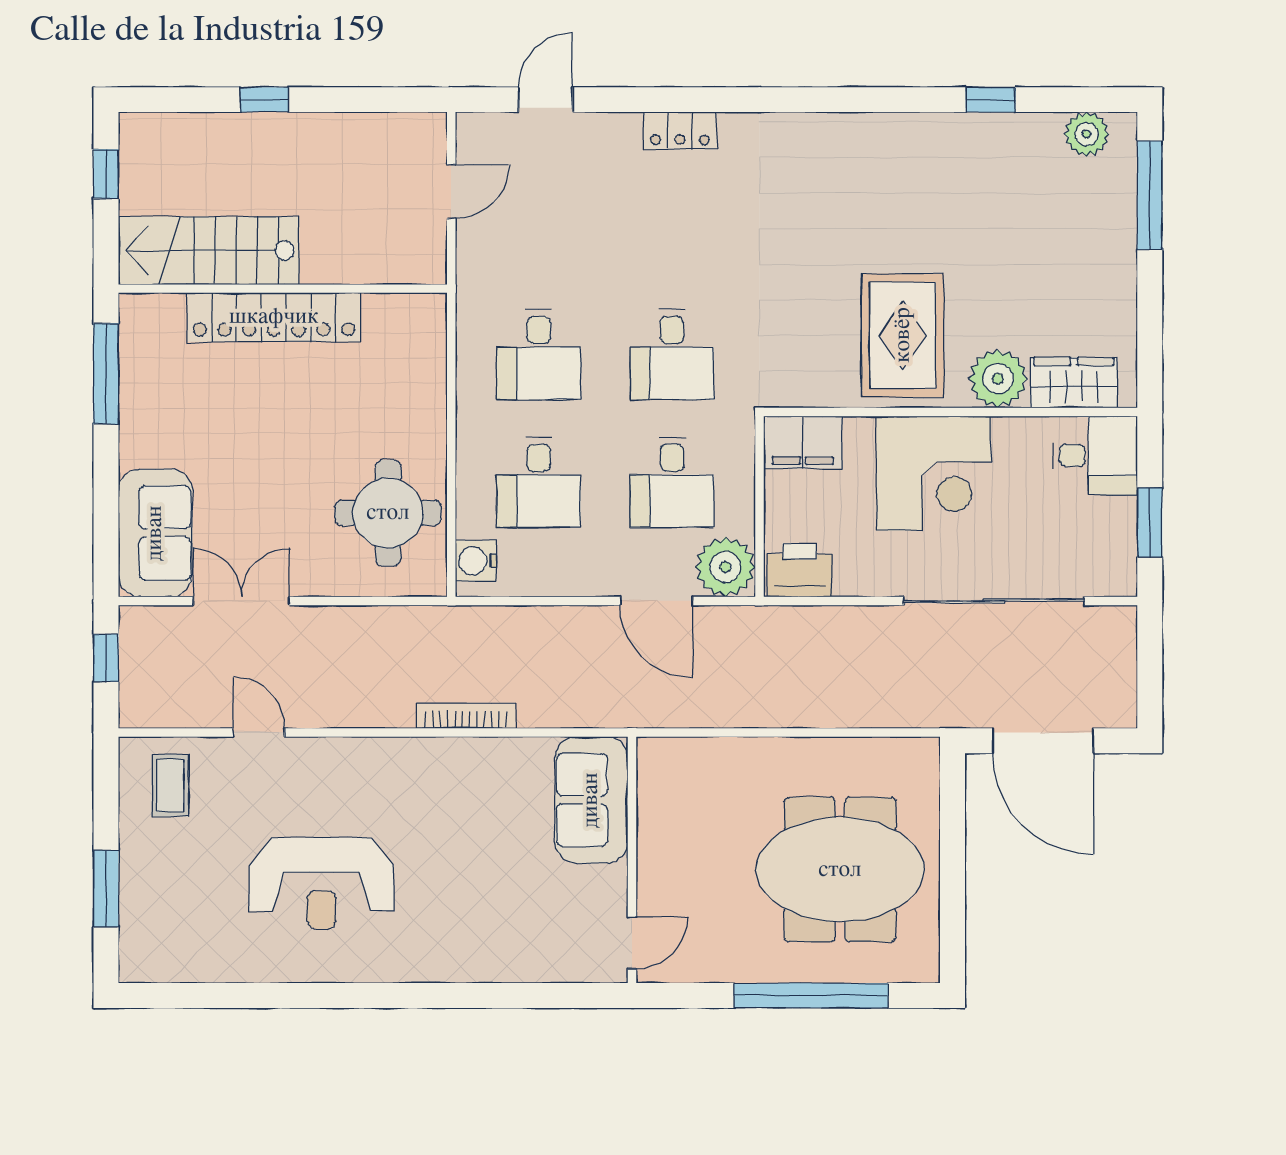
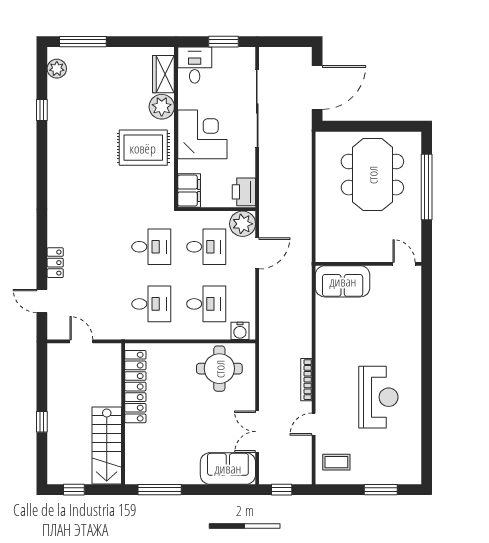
locker: (680, 131) -> (55, 263), moved
locker: (274, 317) -> (135, 387), moved
bookcase: (466, 716) -> (306, 380), moved

